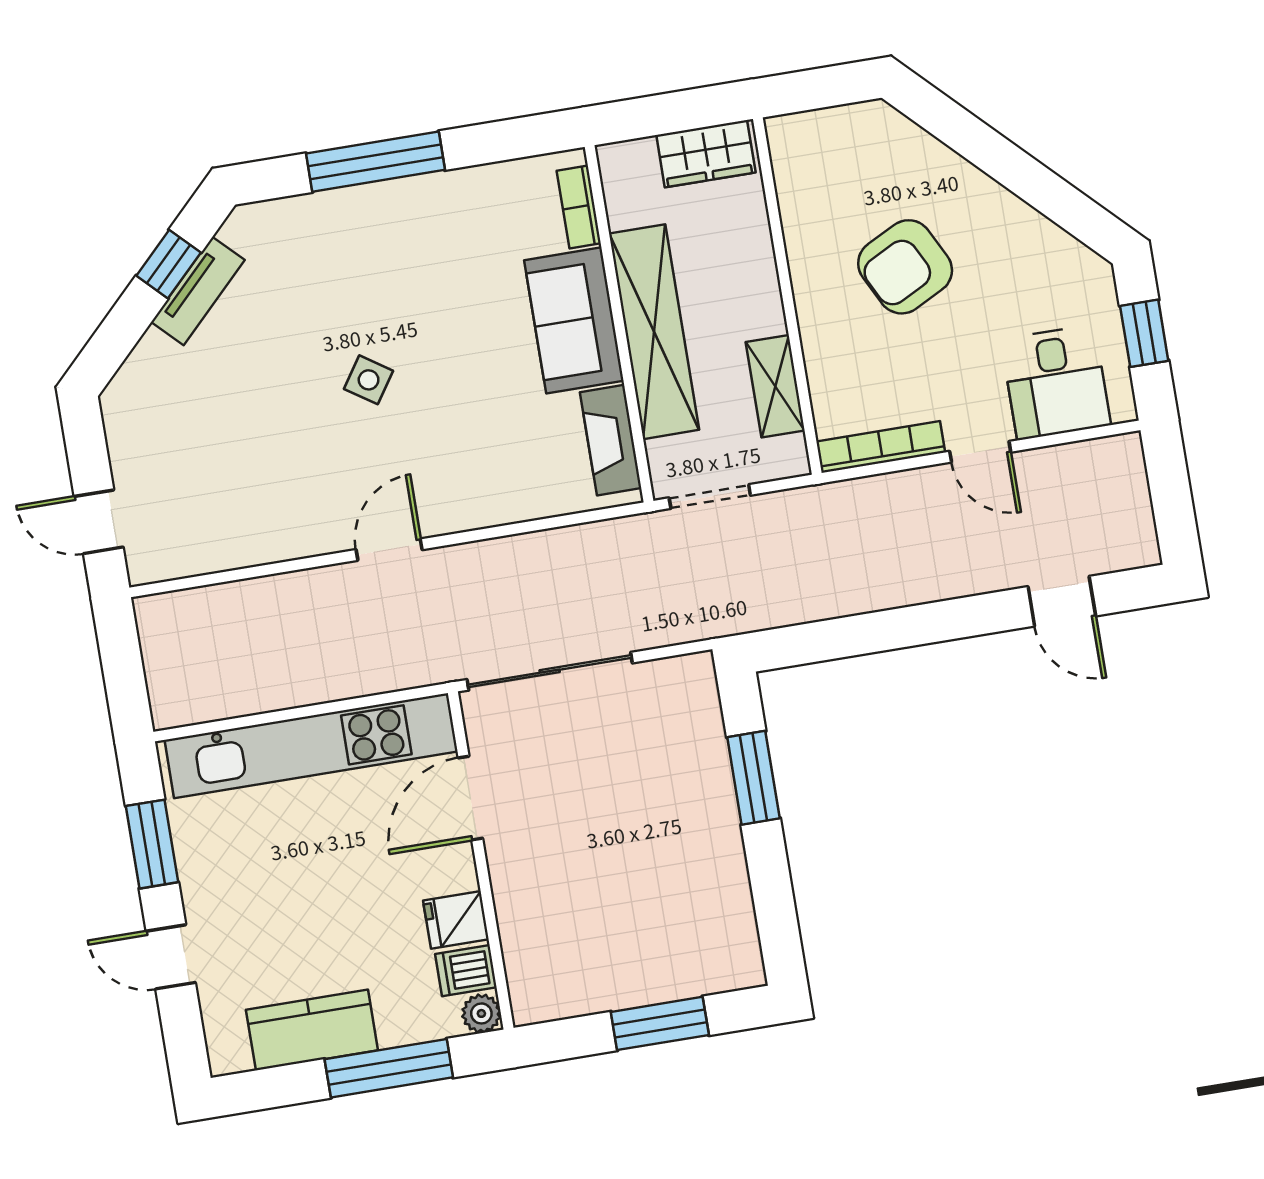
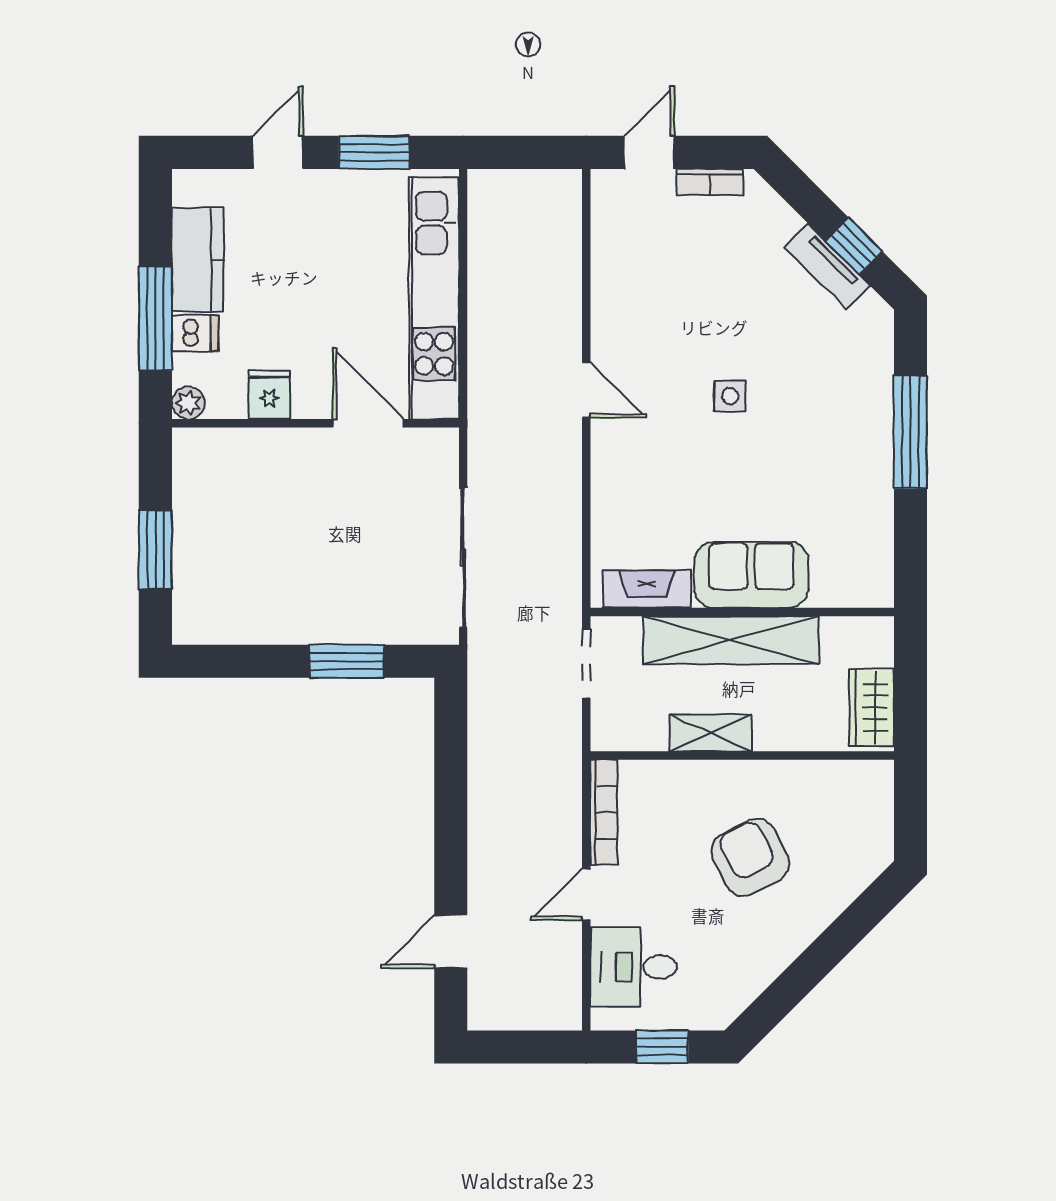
bookcase: (579, 207) -> (710, 182), moved, turned 180
side table: (369, 380) -> (730, 396), turned -34
shelving: (775, 386) -> (711, 733), moved
sliding door: (550, 671) -> (463, 557), moved
dishwasher: (466, 971) -> (195, 333), moved, turned 90

